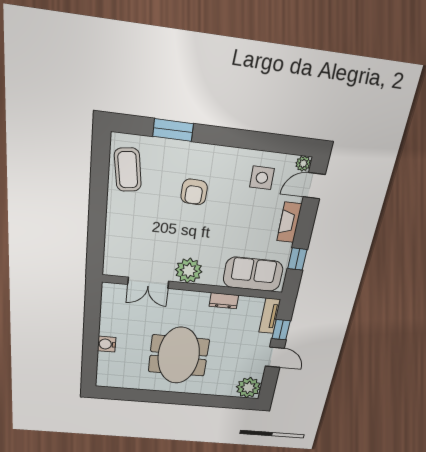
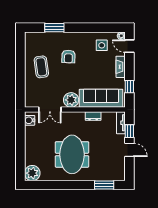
coffee table: (128, 170) -> (41, 67), moved
door: (314, 186) -> (129, 46), hinge flipped
sofa: (253, 274) -> (101, 98), width x1.36
water cooler: (107, 344) -> (30, 120), moved
plant: (248, 388) -> (32, 173), moved
window: (224, 402) -> (104, 185), added

